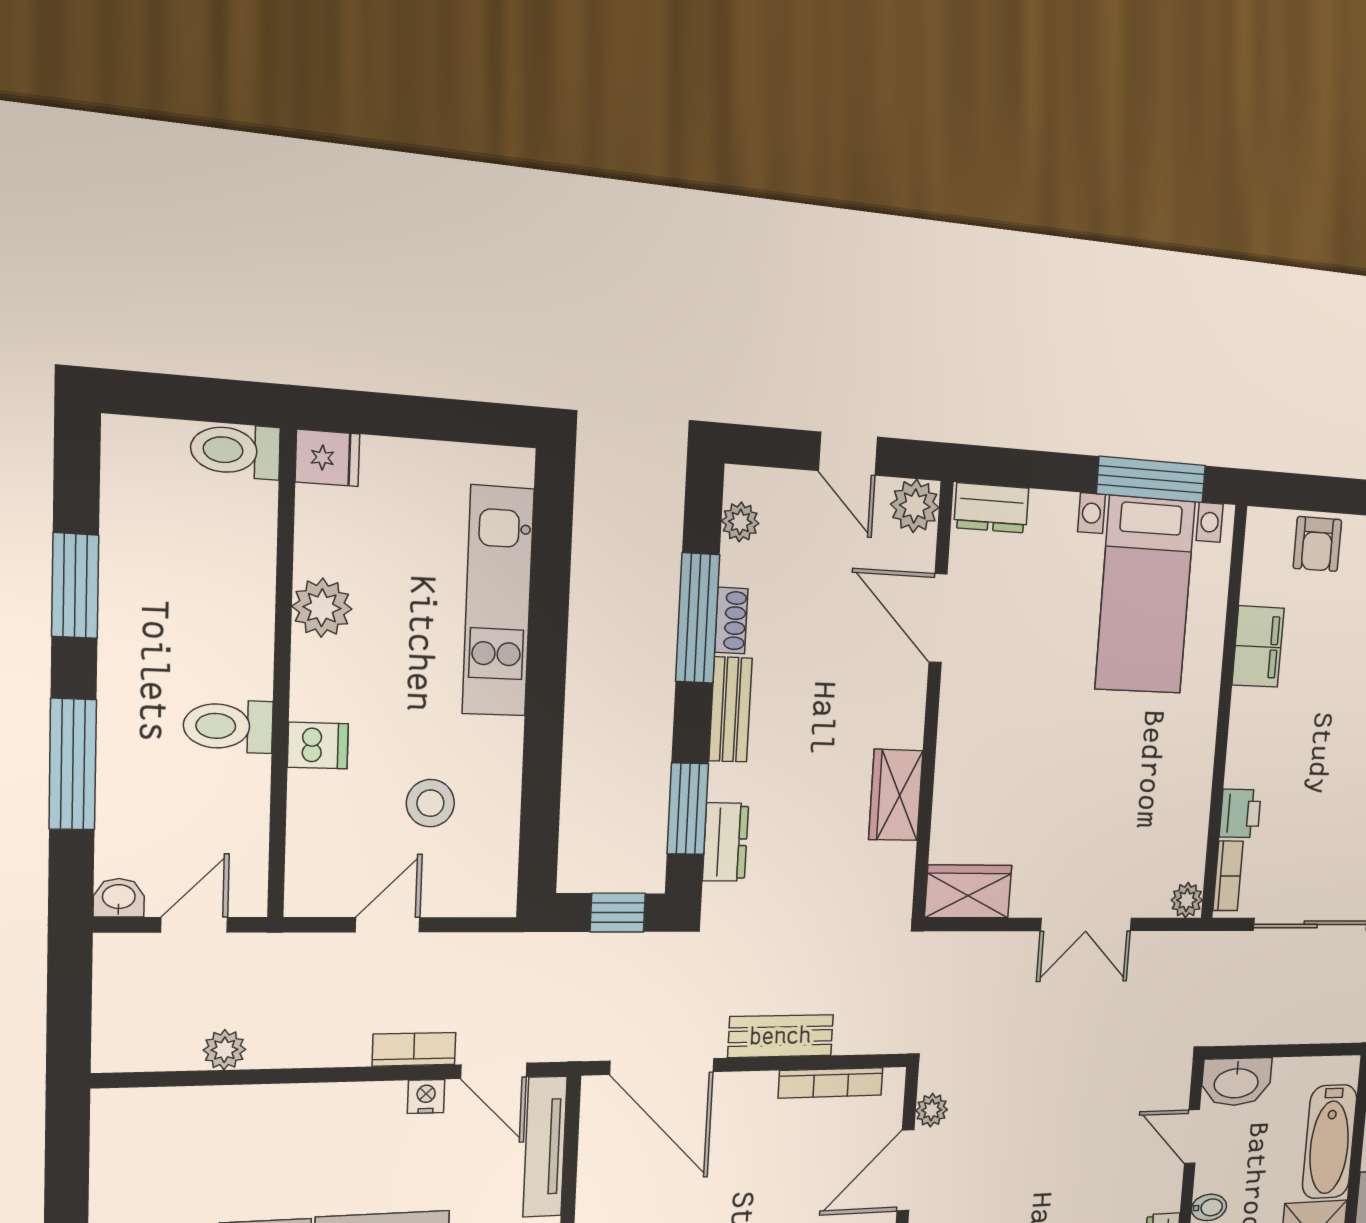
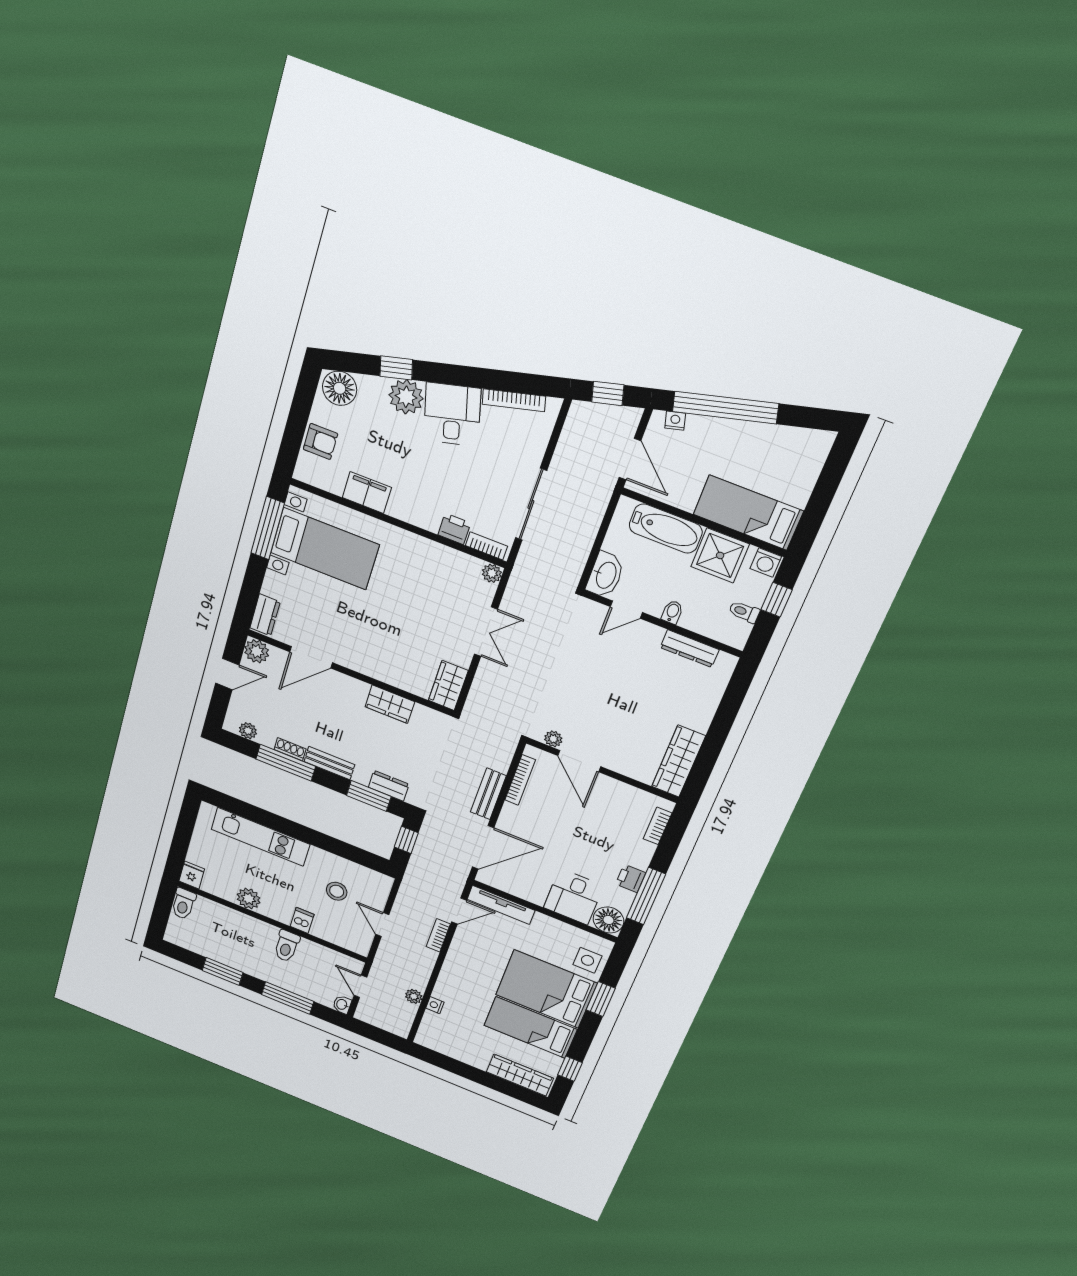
nightstand: (426, 1096) -> (435, 1005), moved

